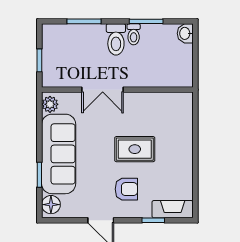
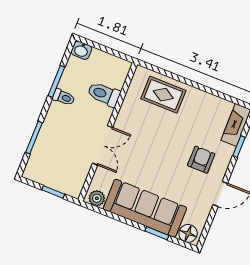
toilet: (116, 39) -> (104, 94), moved, turned 180
rug: (135, 149) -> (163, 95), moved, turned 90

